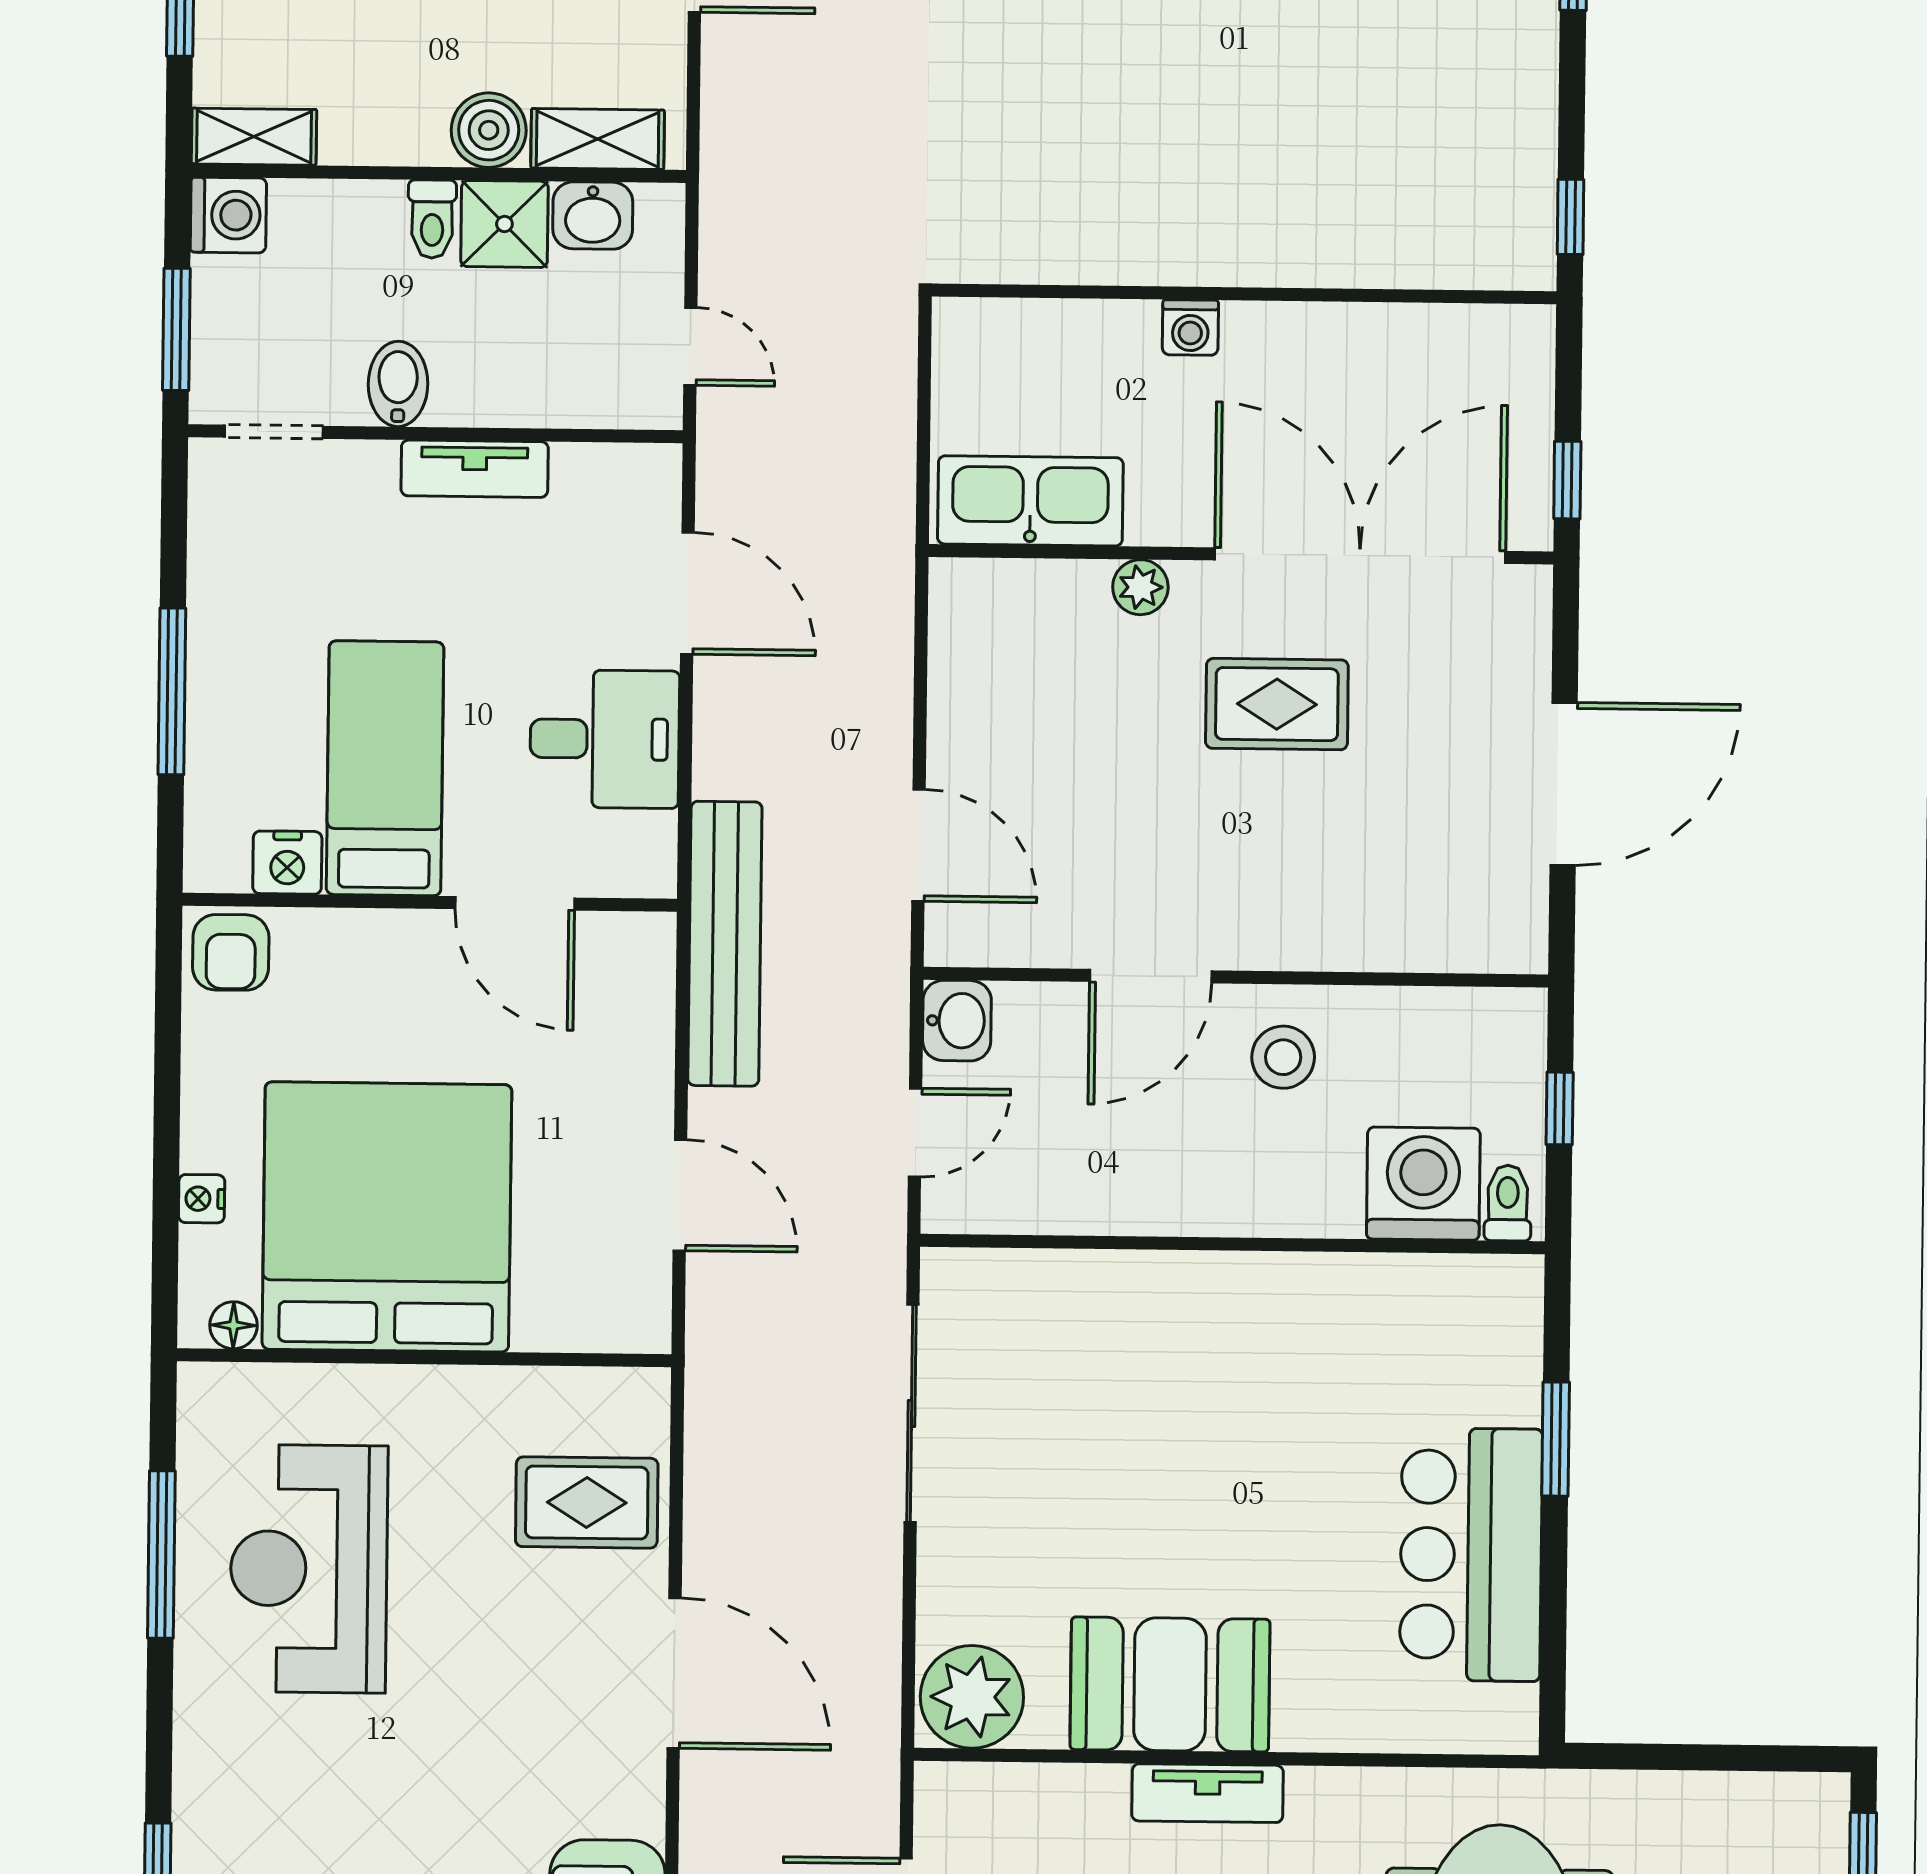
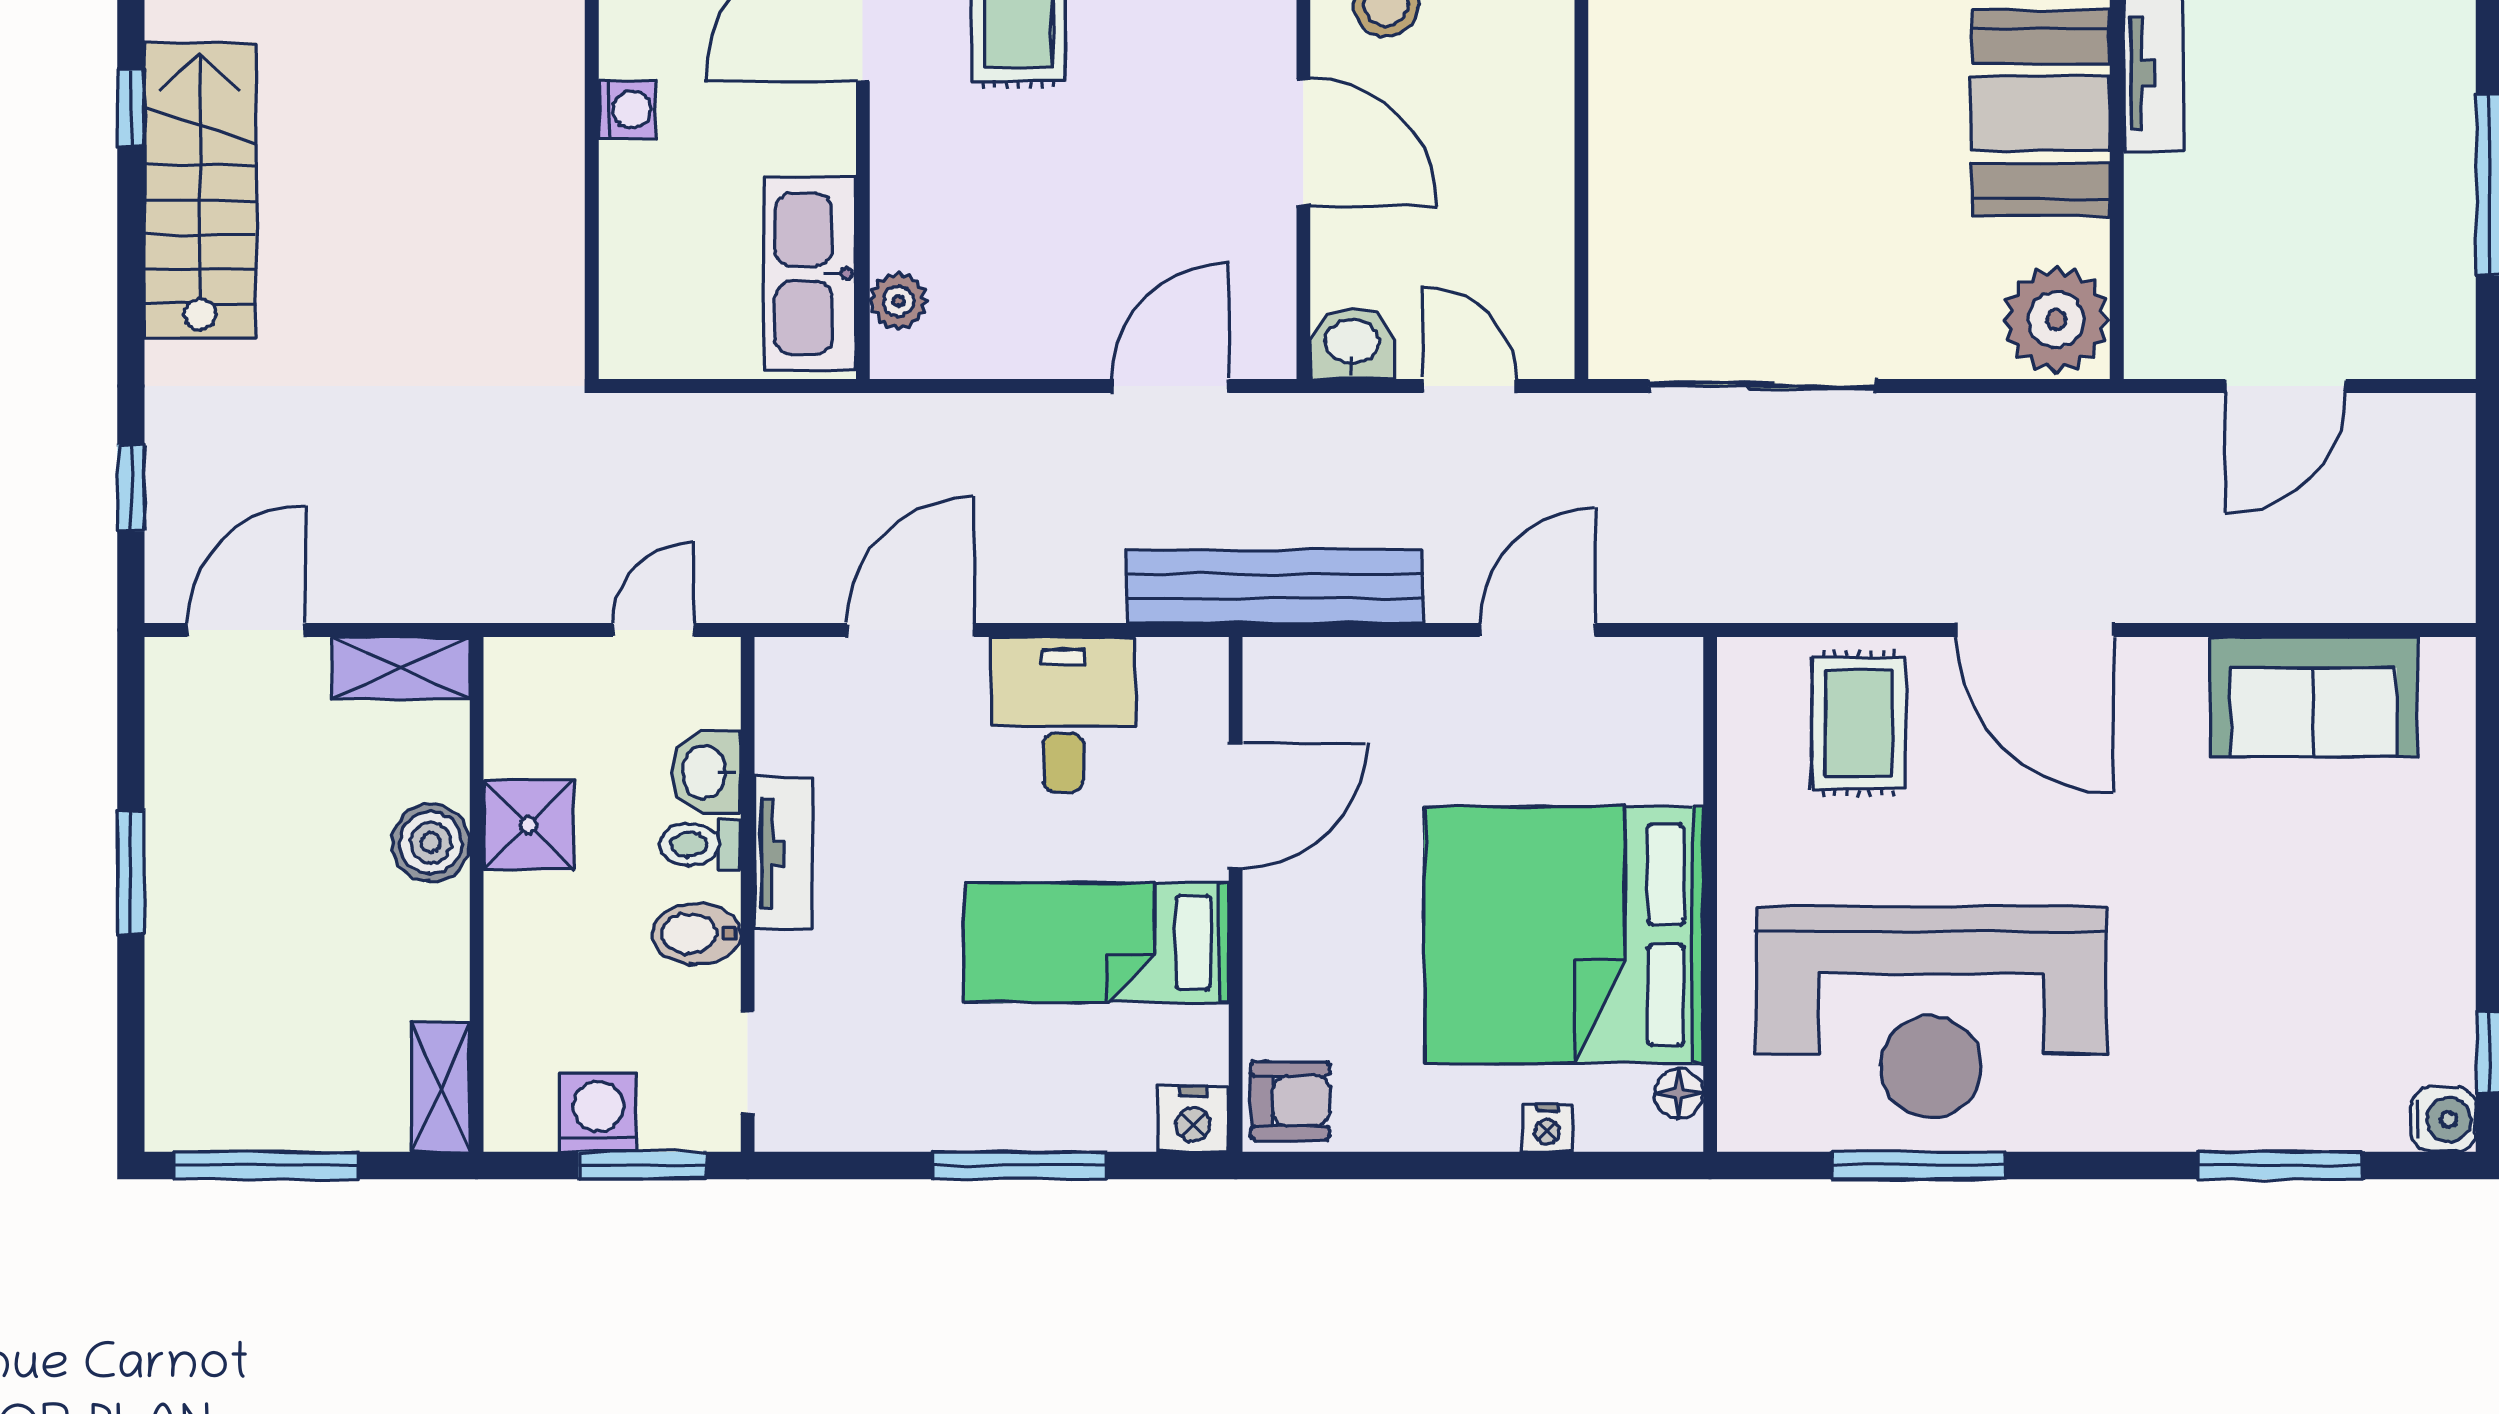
shelving: (598, 139) -> (401, 668), moved, turned 90
washing machine: (228, 215) -> (598, 1113), moved
washbasin: (593, 216) -> (706, 772), moved, turned 180
toilet: (432, 219) -> (700, 844), moved, turned 180
plant: (1140, 587) -> (898, 301), moved
nightstand: (287, 863) -> (1193, 1119), moved, turned 90
reception desk: (309, 1569) -> (1931, 1012), width x1.36, depth x1.30
door: (674, 1673) -> (2035, 630), swing flipped

